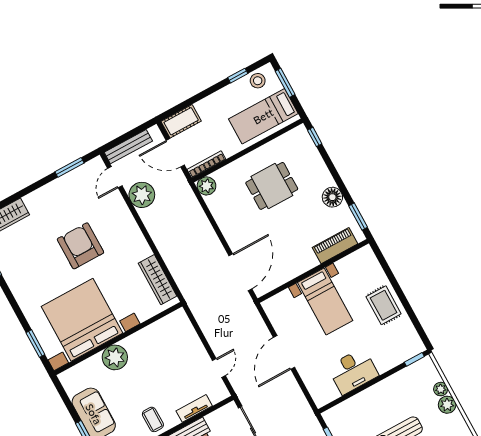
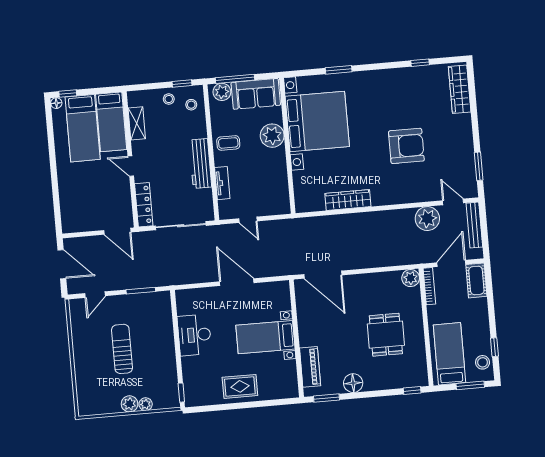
bed with nightstands: (82, 320) -> (317, 121), moved
wall: (118, 339) -> (287, 146), moved
plant: (115, 357) -> (272, 136), moved

